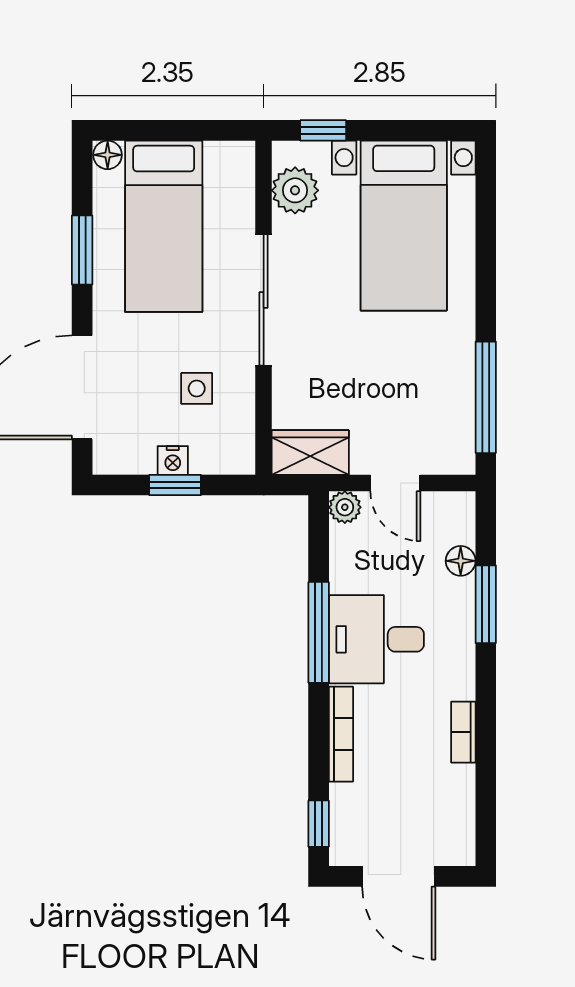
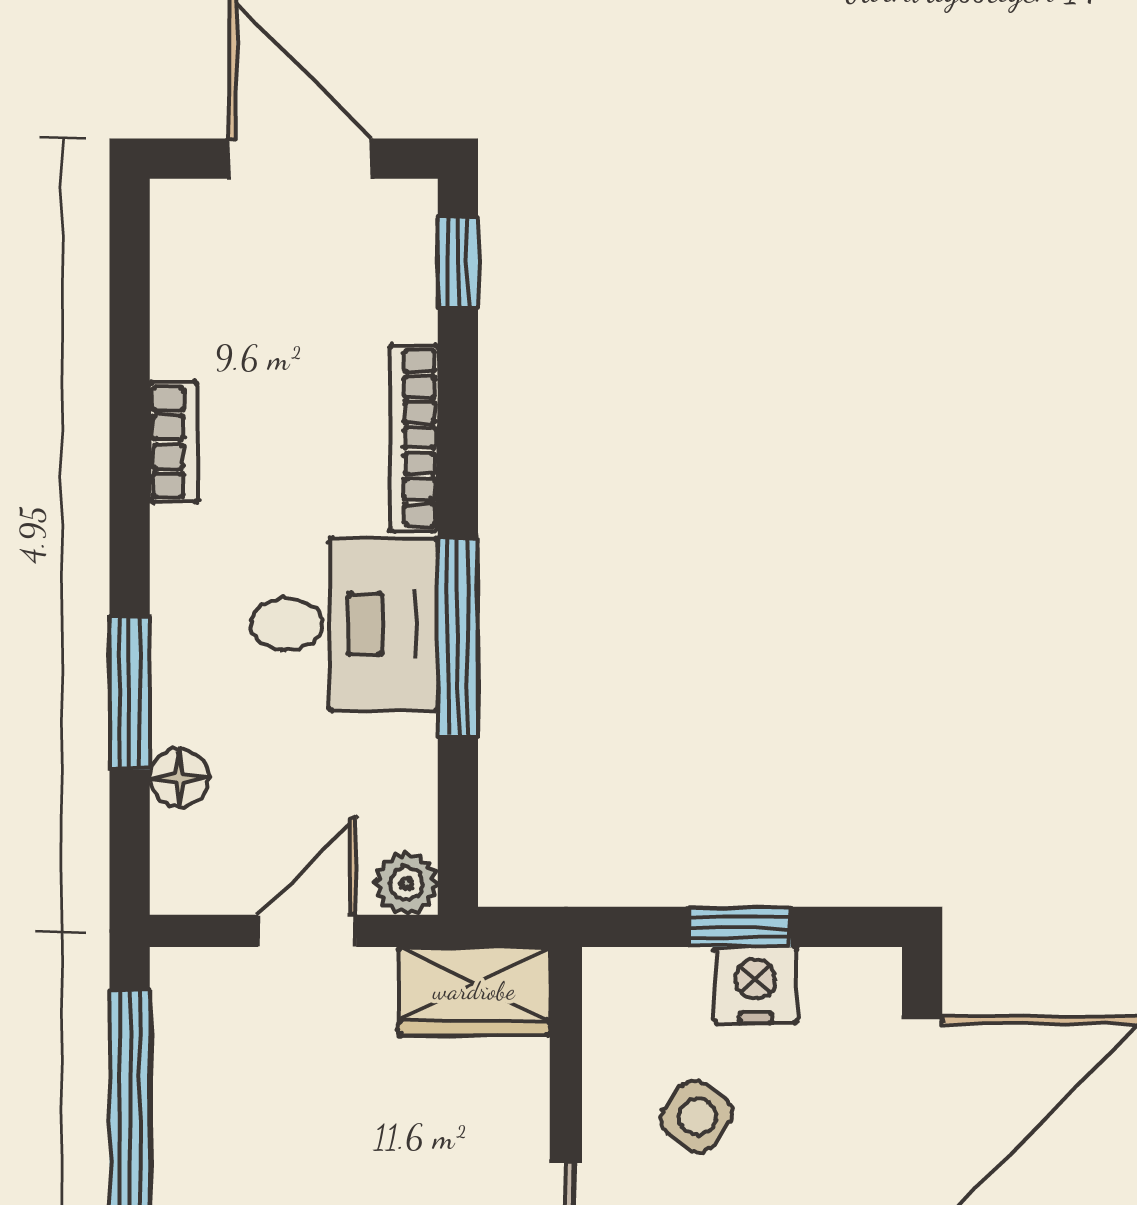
side table: (197, 388) -> (697, 1116), turned 36
nightstand: (173, 460) -> (756, 985), width x1.39, depth x1.35
door: (395, 483) -> (307, 931), hinge flipped

